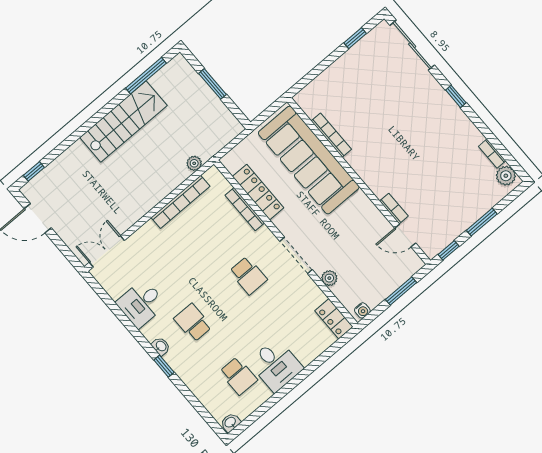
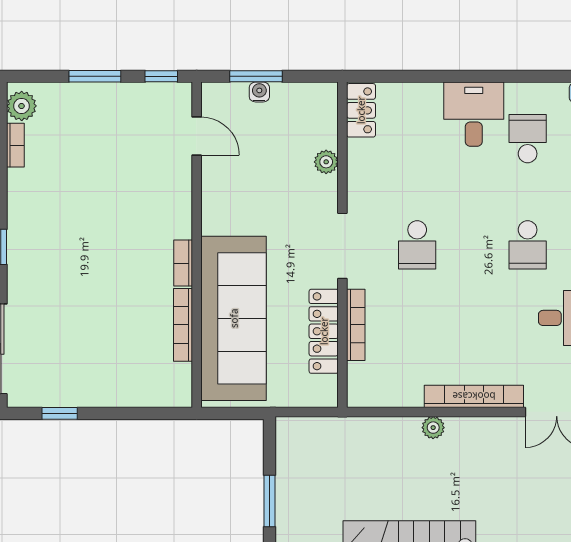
plant: (194, 163) -> (433, 428), moved
bookcase: (181, 202) -> (474, 396), moved
bookcase: (394, 209) -> (183, 263), moved
doorway: (296, 255) -> (342, 246), moved
school desk: (248, 275) -> (417, 245), turned 180
water cooler: (362, 310) -> (259, 92), moved

